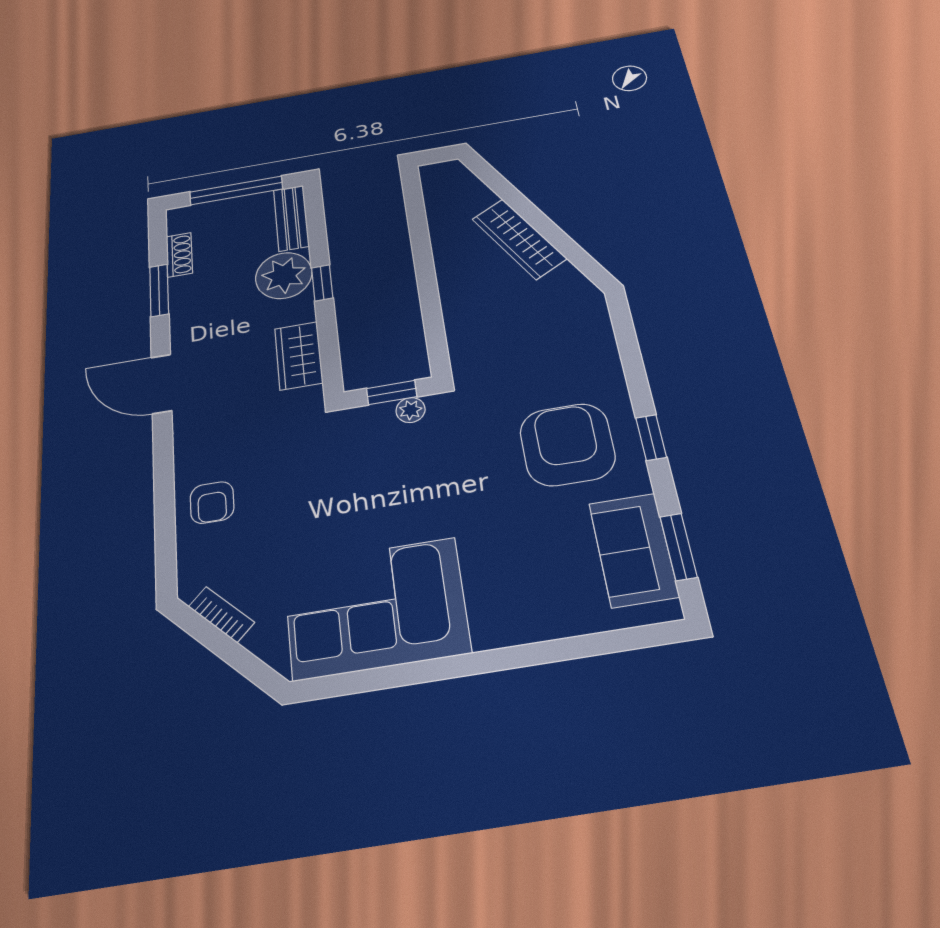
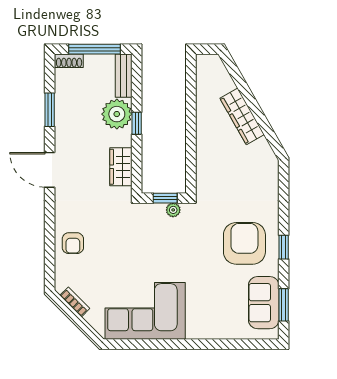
shoe rack: (179, 255) -> (69, 61), moved, turned 90

